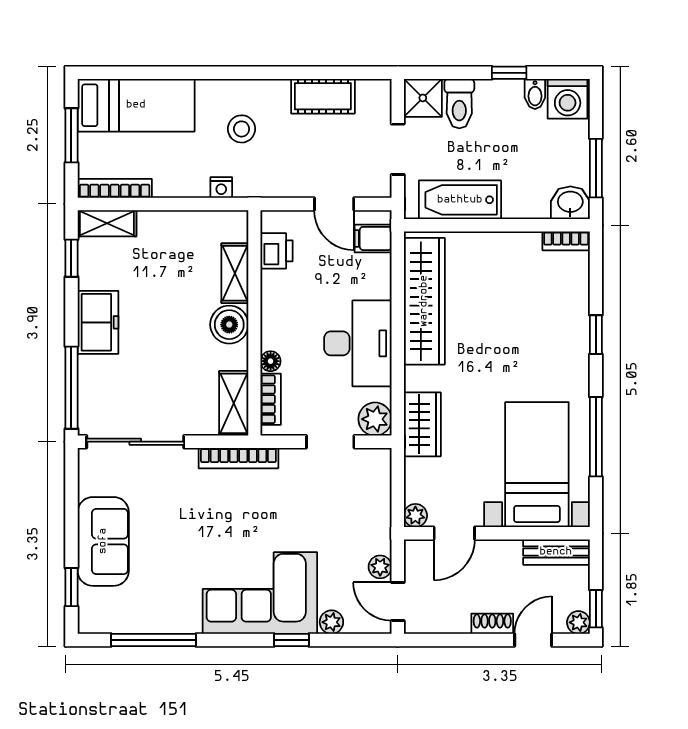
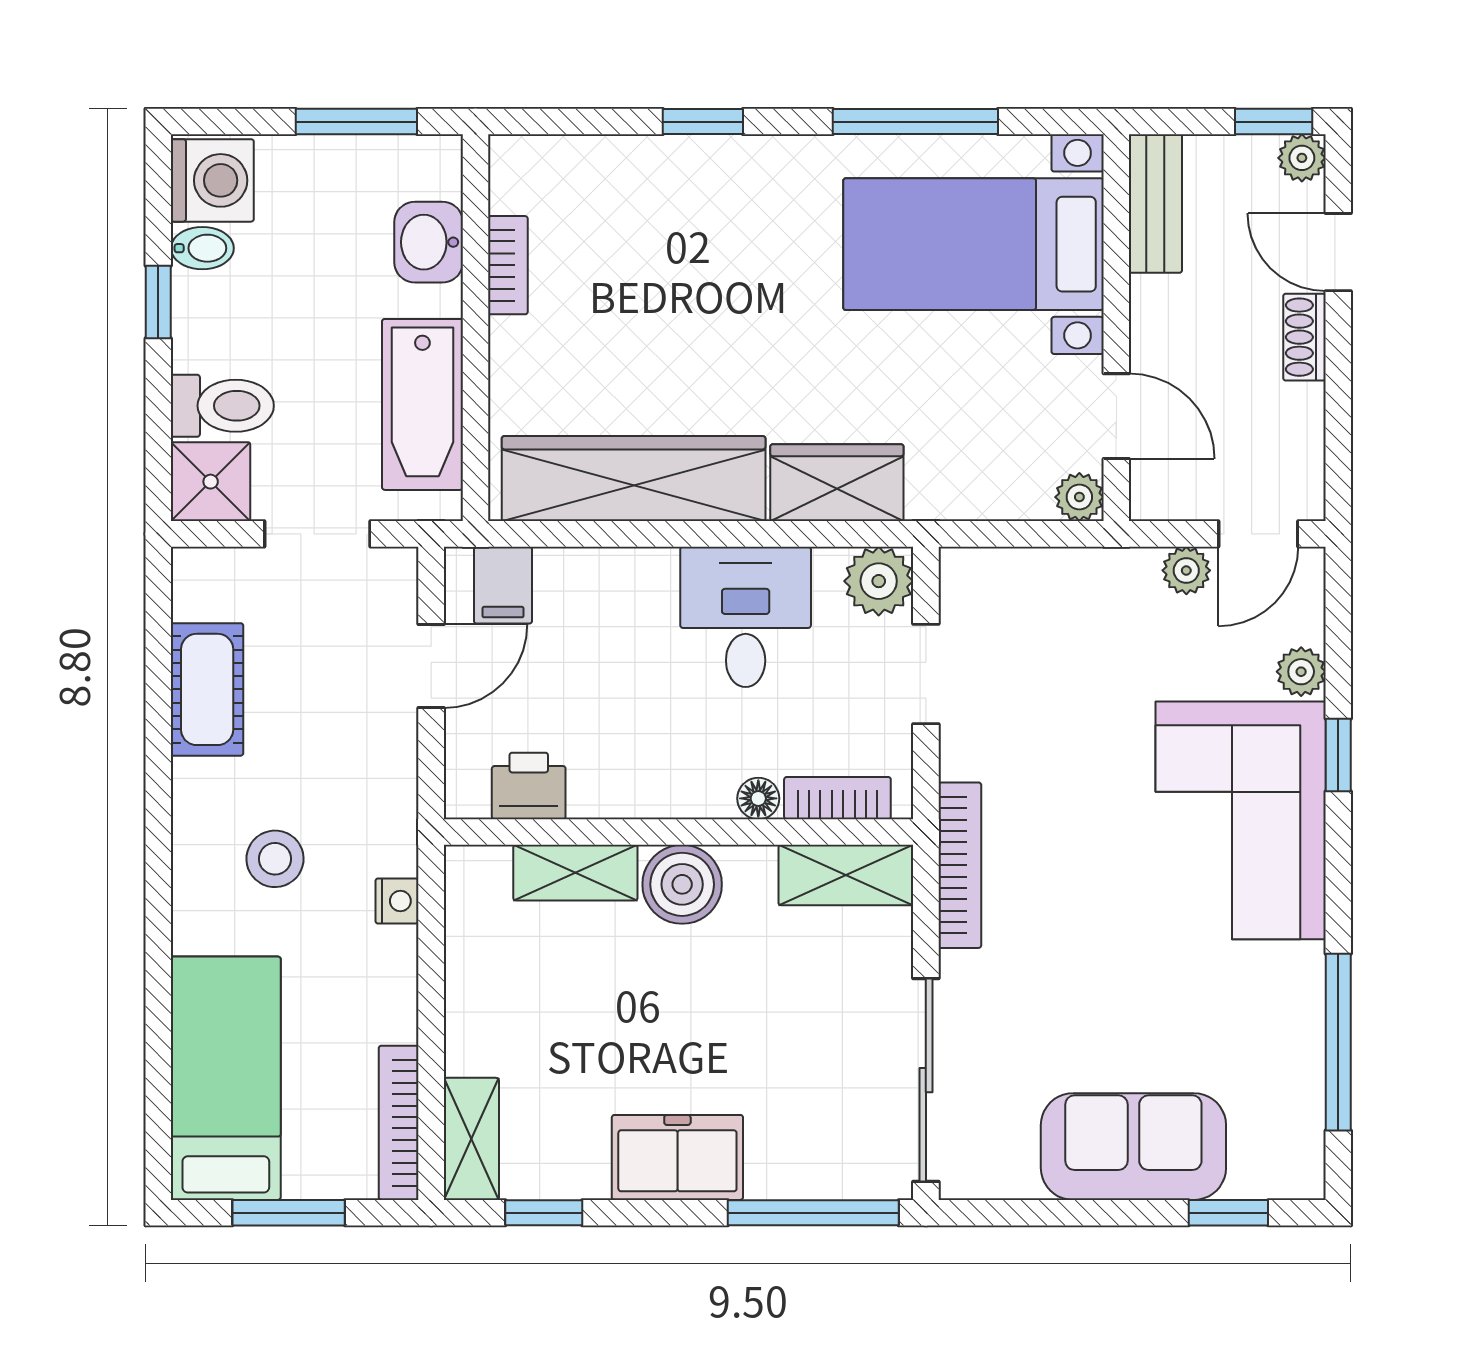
washbasin: (570, 203) -> (429, 242), moved
bookcase: (566, 241) -> (508, 265), moved
desk: (358, 343) -> (746, 617), width x0.73
wardrobe: (422, 424) -> (837, 483), moved

